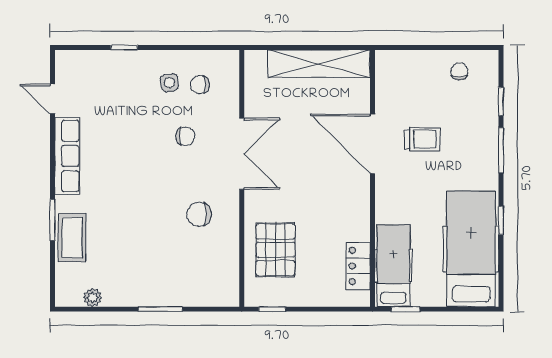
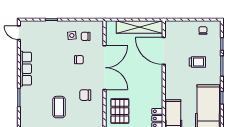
door: (52, 99) -> (19, 33), moved
trolley: (422, 139) -> (197, 62), moved
door: (373, 144) -> (164, 51), moved
double door: (242, 154) -> (105, 68), width x1.36
coffee table: (72, 238) -> (59, 107), moved

